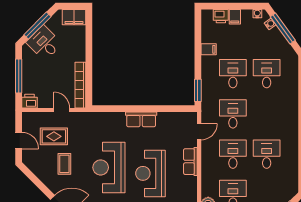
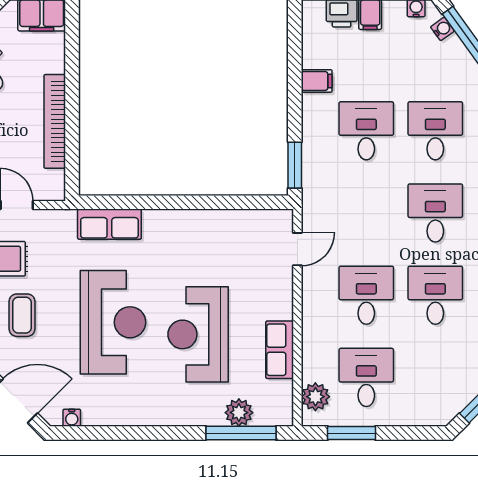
bookcase: (80, 85) -> (55, 121), moved
desk: (233, 114) -> (435, 213), moved
row of seats: (141, 119) -> (109, 224), moved
row of seats: (190, 162) -> (280, 350), moved
reception desk: (109, 167) -> (113, 322), turned 180

